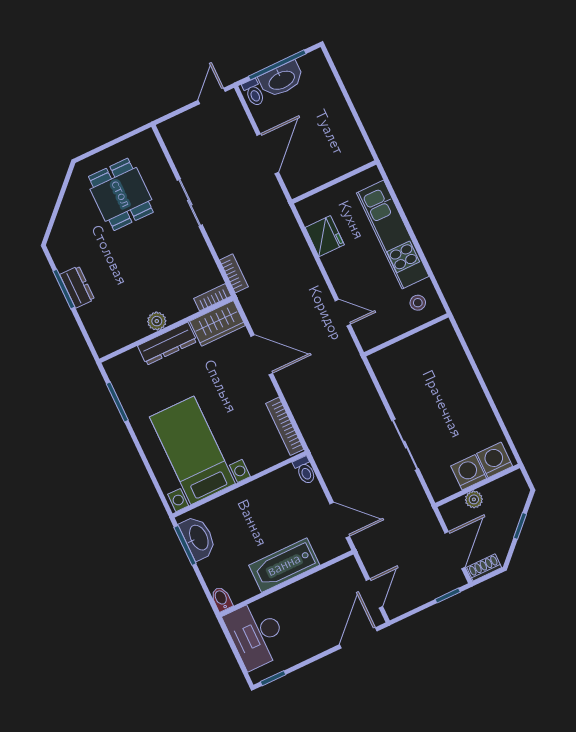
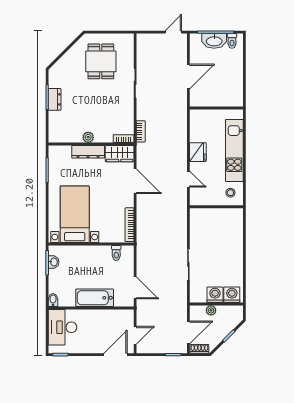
toilet: (254, 93) -> (232, 41), moved
fridge: (325, 236) -> (198, 152), moved
toilet: (305, 470) -> (116, 253), moved
washbasin: (198, 538) -> (54, 262), width x0.52, depth x0.69

